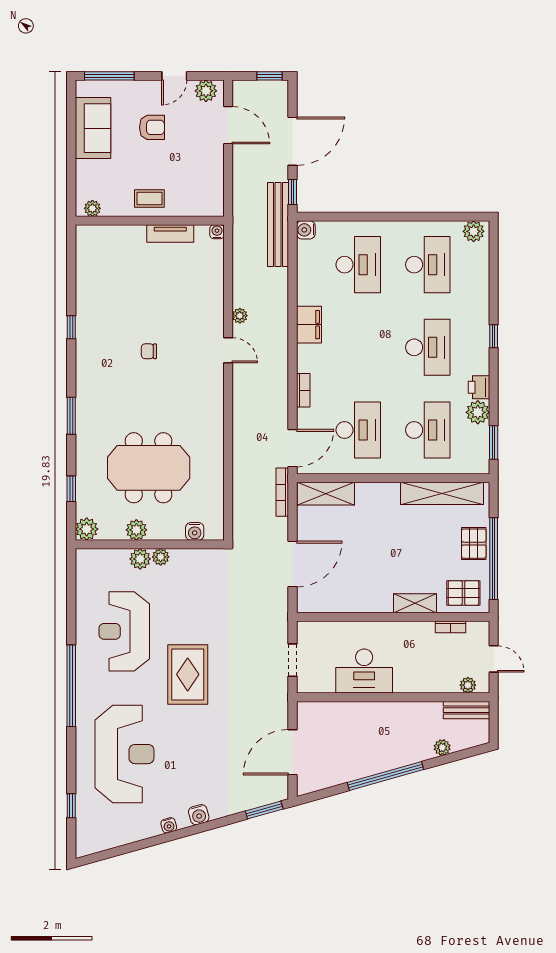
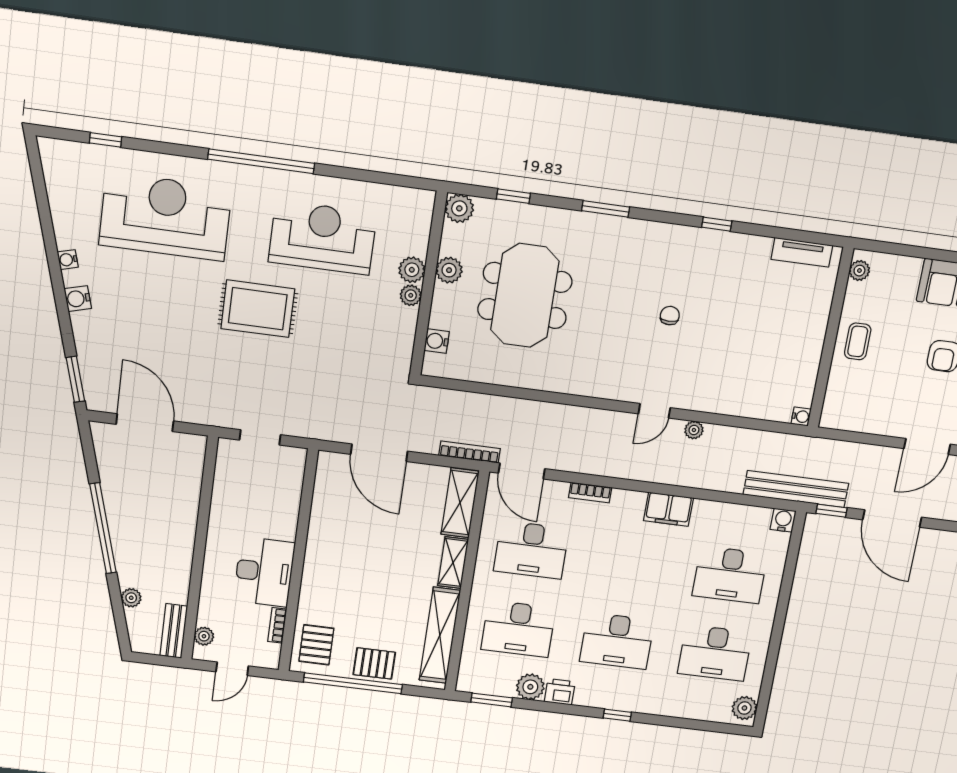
tv unit: (170, 234) -> (802, 252), moved, turned -90
shelving: (415, 603) -> (453, 563), moved
desk: (364, 671) -> (264, 572), moved, turned 180
reception desk: (124, 754) -> (165, 217), turned 180

